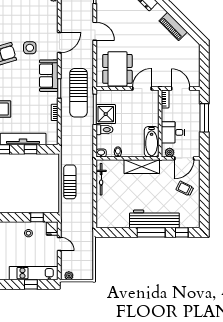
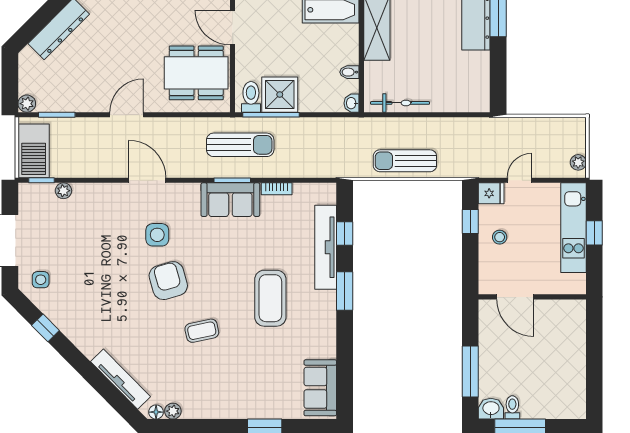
sofa: (49, 76) -> (230, 200), moved
sun lounger: (78, 93) -> (240, 145), width x0.73, depth x0.75
toilet: (104, 130) -> (251, 97), moved

